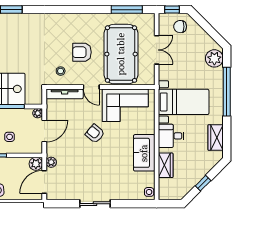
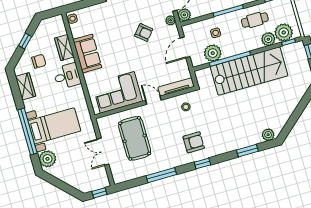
window: (60, 10) -> (202, 163), added
window: (127, 10) -> (161, 175), moved
chair: (180, 27) -> (39, 61), moved
armchair: (82, 52) -> (194, 142), moved
pool table: (121, 54) -> (135, 138), width x0.73, depth x0.76
bed with nightstands: (184, 102) -> (54, 126), moved, turned 180
plant: (38, 113) -> (213, 53), moved, width x1.88, depth x1.88
armchair: (95, 134) -> (144, 33), moved

